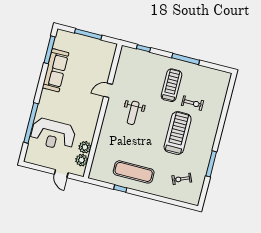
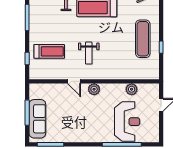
sofa: (56, 70) -> (37, 119), moved, turned 90
treadmill: (171, 85) -> (49, 51), moved, turned 180
weight bench: (133, 113) -> (89, 53), turned 90
plant: (82, 160) -> (94, 89), moved

